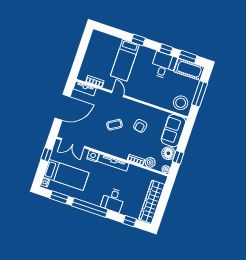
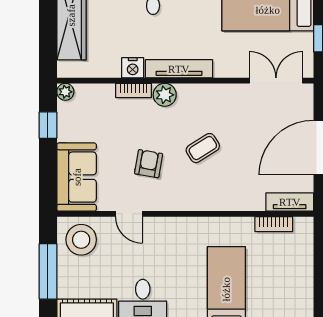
door: (118, 94) -> (129, 214), moved
floor lamp: (168, 153) -> (71, 127), removed
nightstand: (93, 156) -> (133, 68), moved
plant: (150, 162) -> (165, 95), moved

